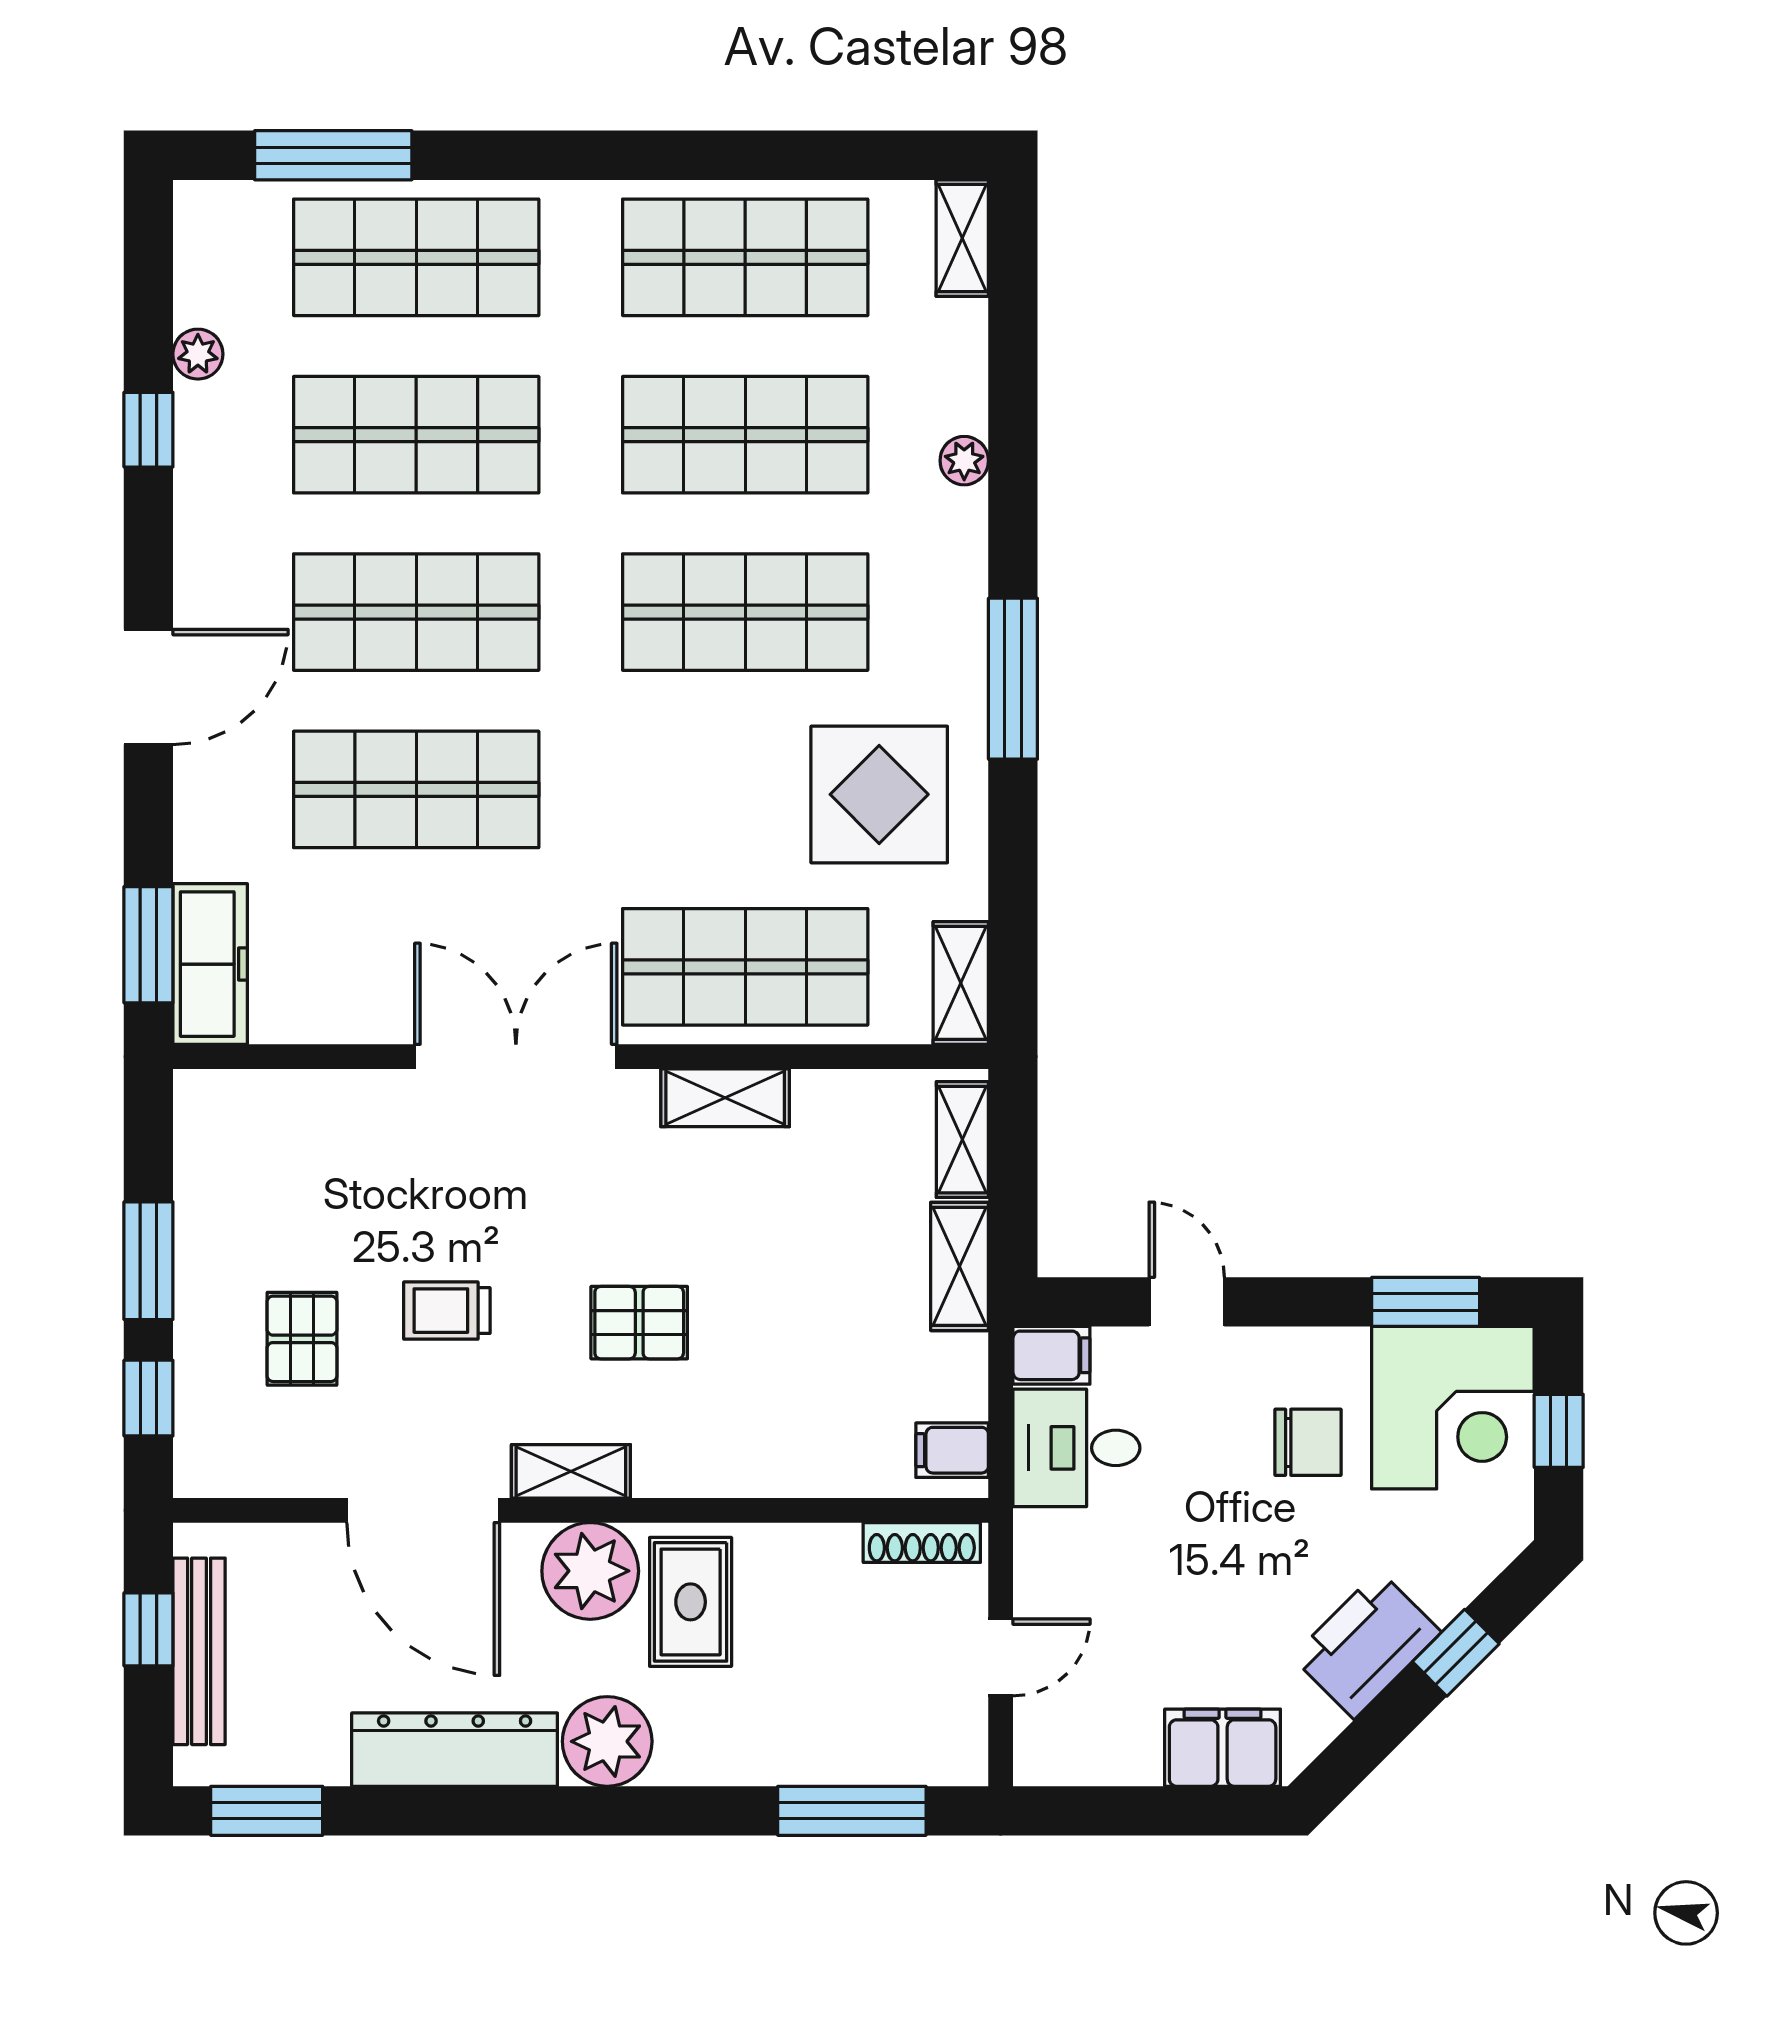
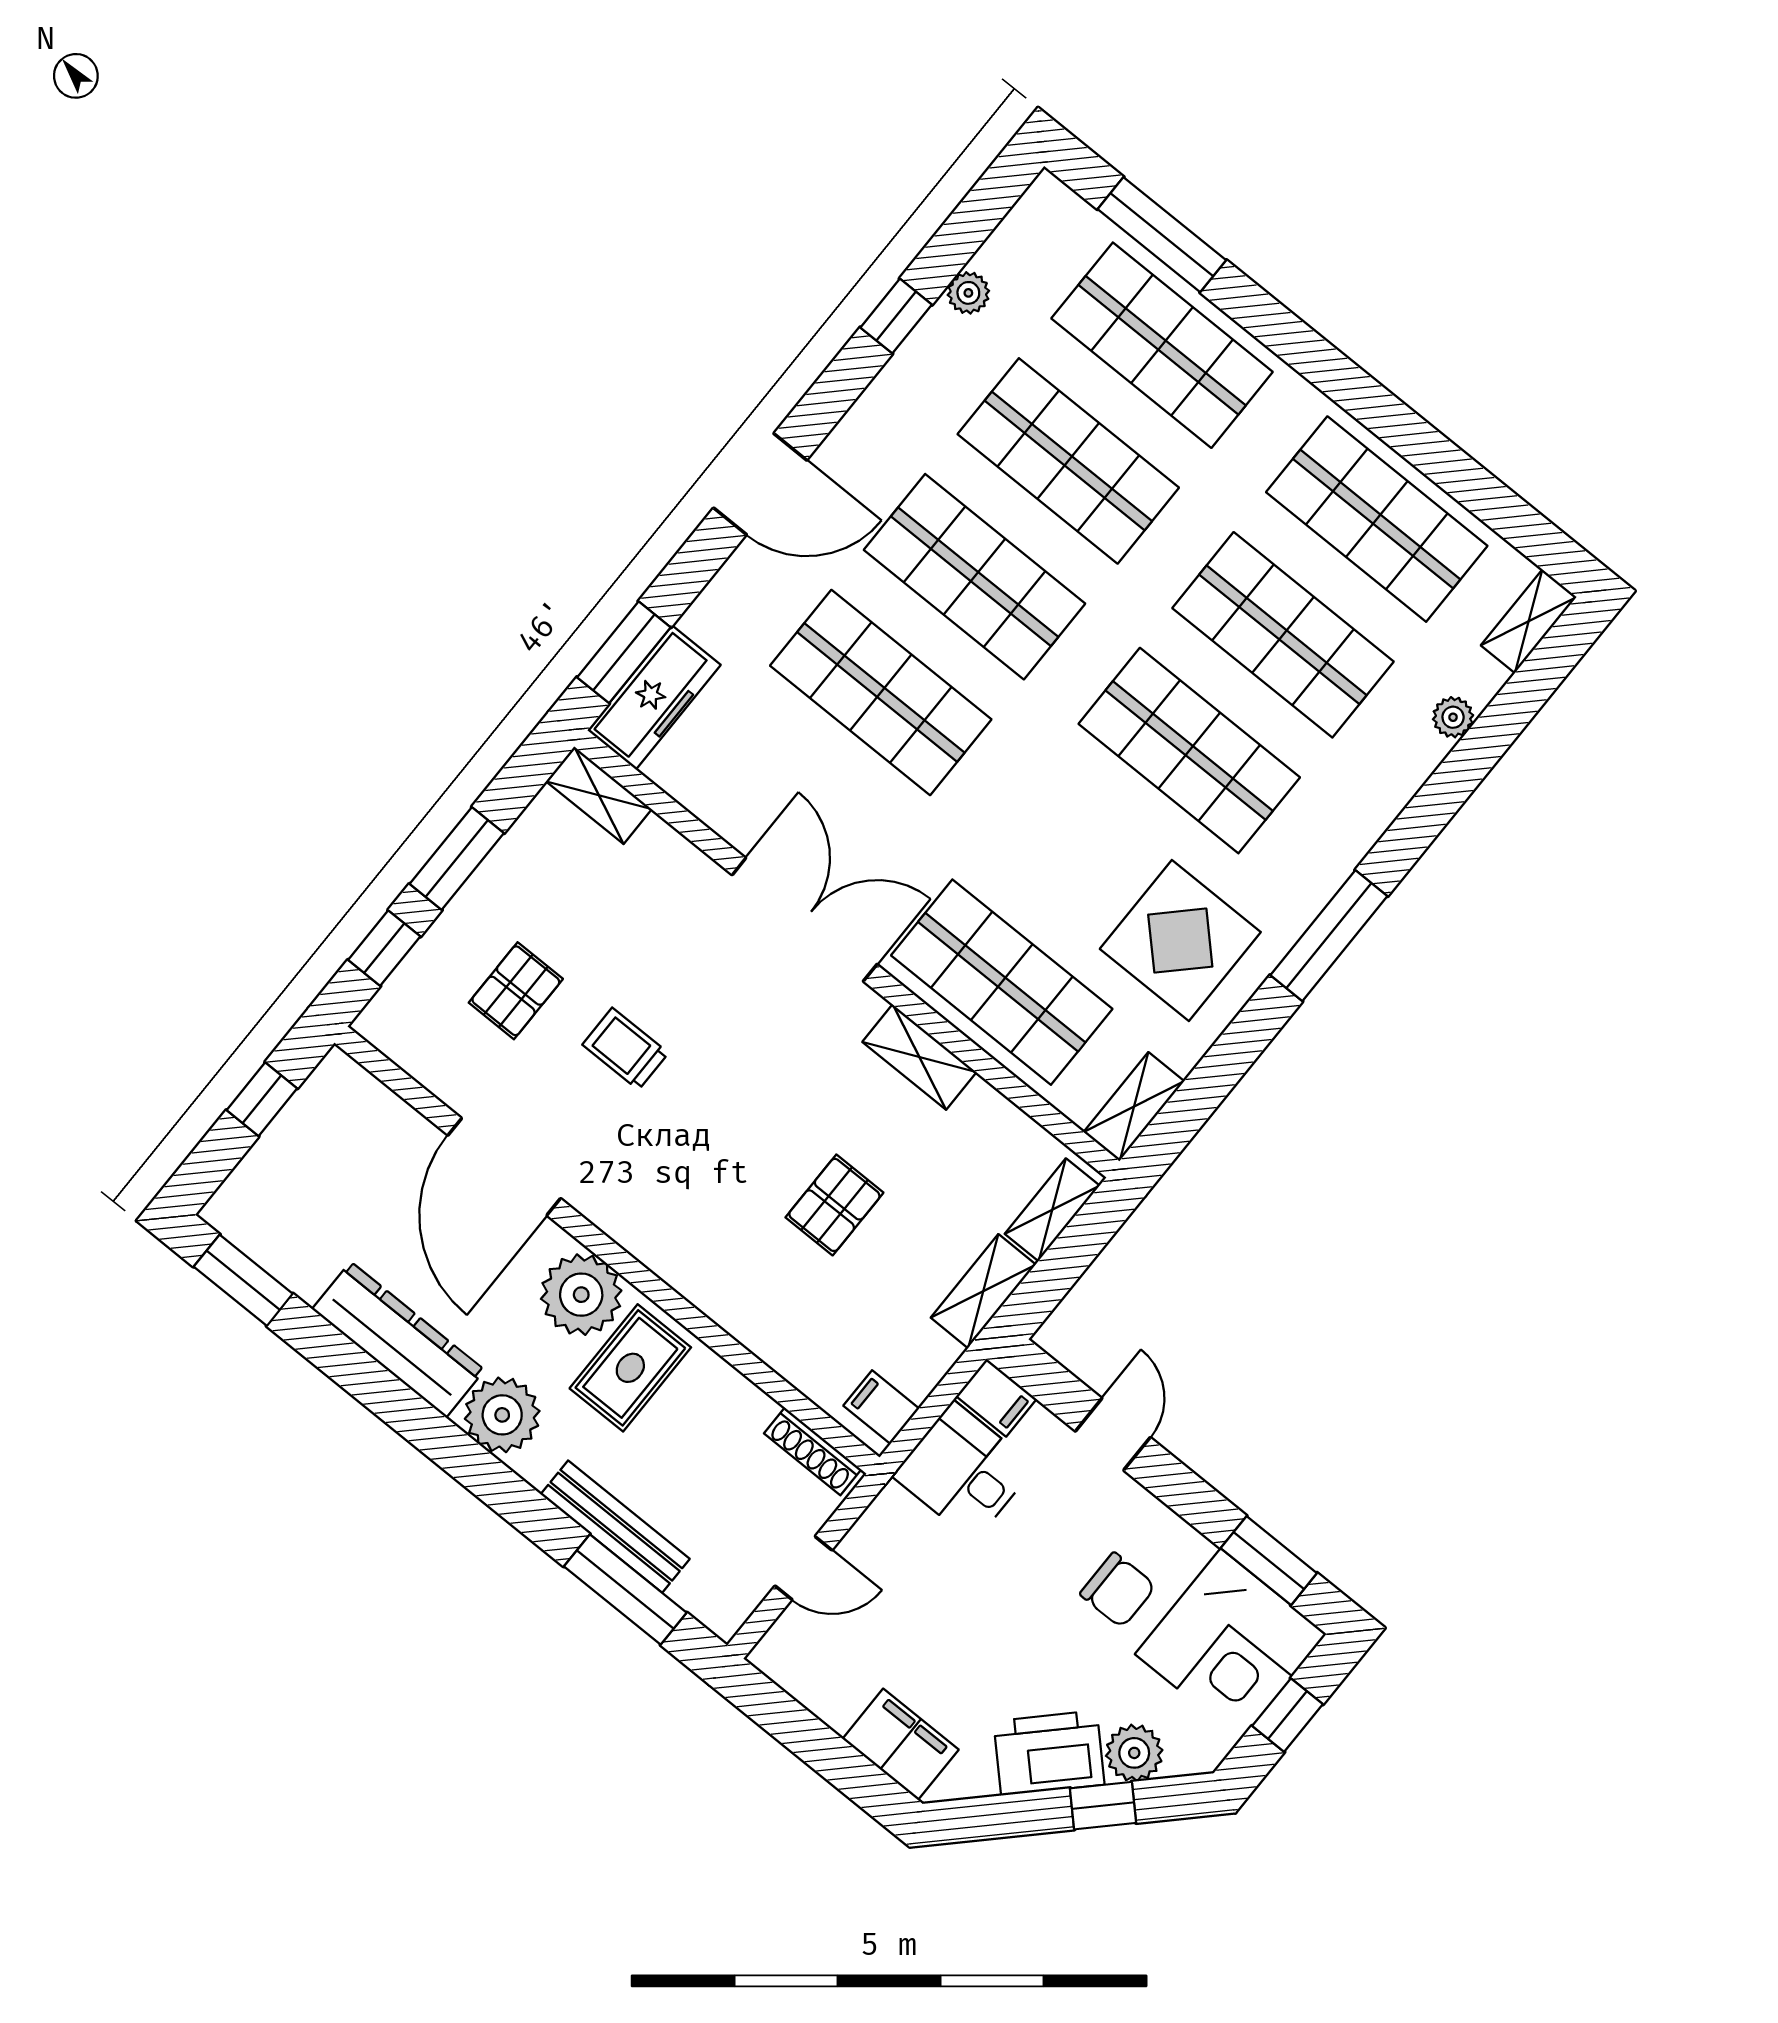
plant: (964, 461) -> (1453, 717), moved
pallet: (639, 1323) -> (834, 1205), moved, turned 90
shelving: (571, 1471) -> (599, 795), moved
plant: (1445, 1581) -> (1134, 1753), added
bench: (199, 1651) -> (615, 1527), moved, turned 90

